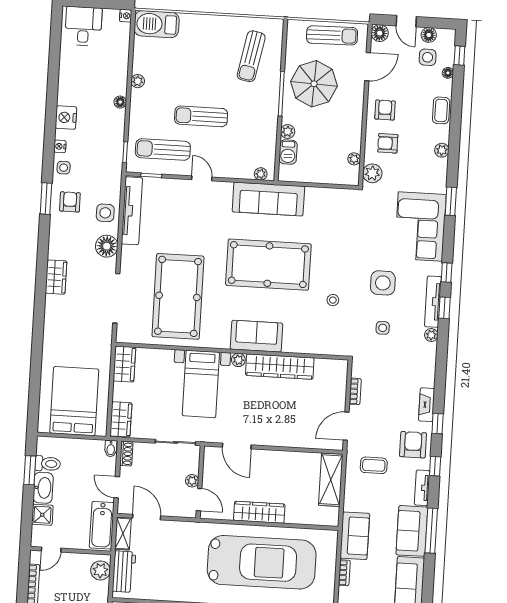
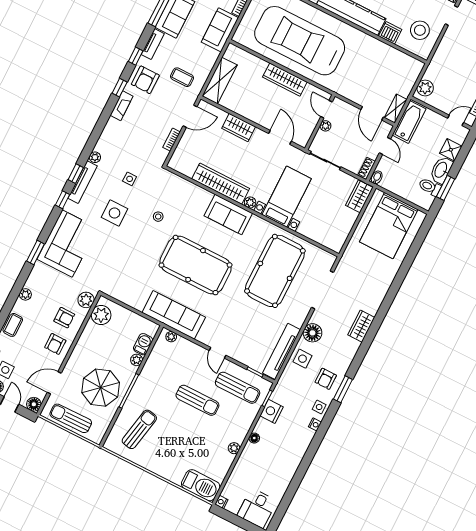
nightstand: (66, 117) -> (272, 411), moved, turned 180
plant: (354, 159) -> (101, 315), width x1.87, depth x1.87
wardrobe: (124, 364) -> (239, 127), moved, turned -90
workbench: (124, 572) -> (408, 79), removed

